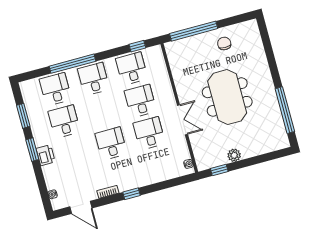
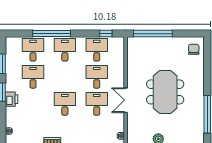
chair: (224, 43) -> (194, 49), moved
double door: (182, 120) -> (126, 100), swing flipped

